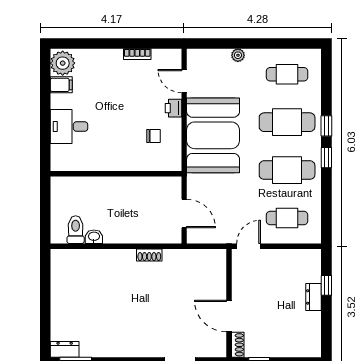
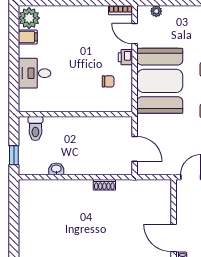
bookcase: (137, 54) -> (121, 10), moved
plant: (238, 55) -> (156, 11), moved
window: (45, 221) -> (14, 155), added
toilet: (76, 230) -> (35, 129), moved, turned 180

